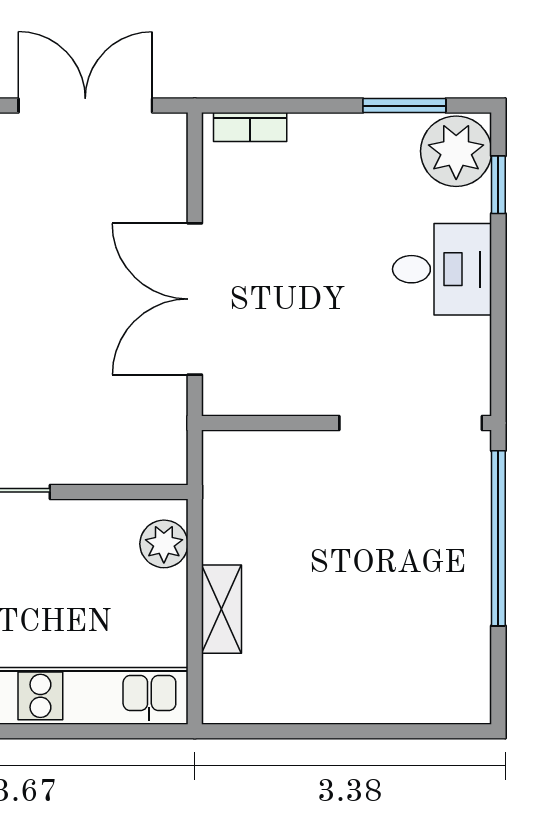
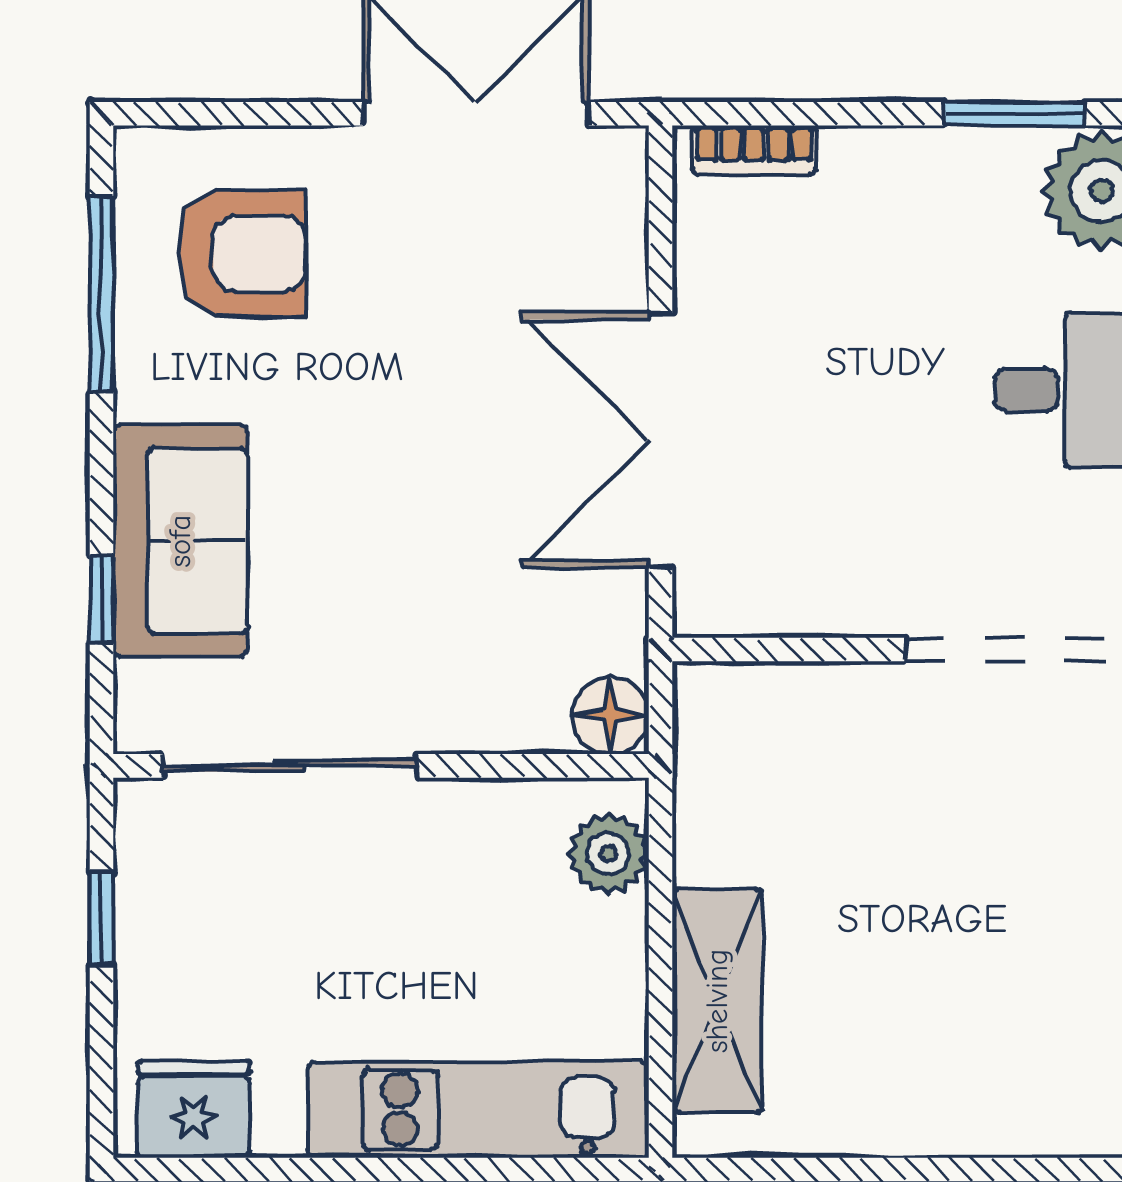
floor lamp: (165, 462) -> (610, 716), added
shelving: (222, 609) -> (717, 1001), width x1.50, depth x1.33

